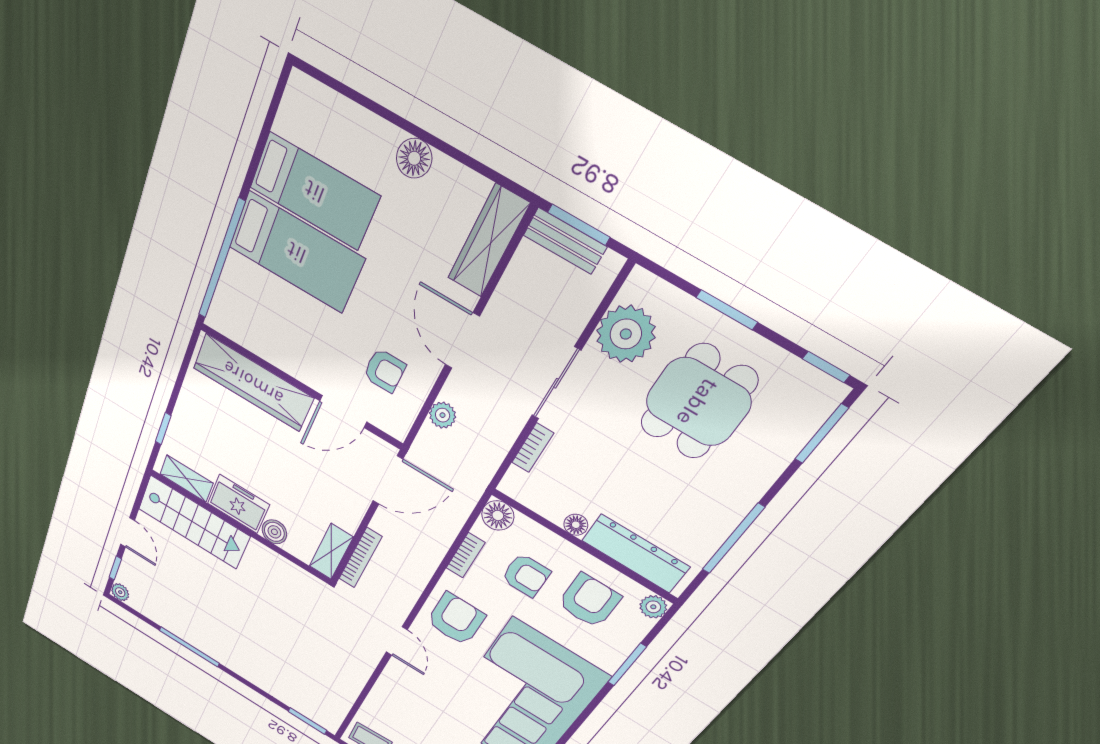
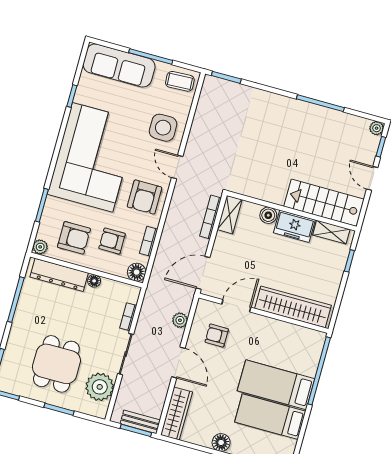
armchair: (589, 601) -> (74, 238), turned -90
side table: (406, 696) -> (163, 128), added

